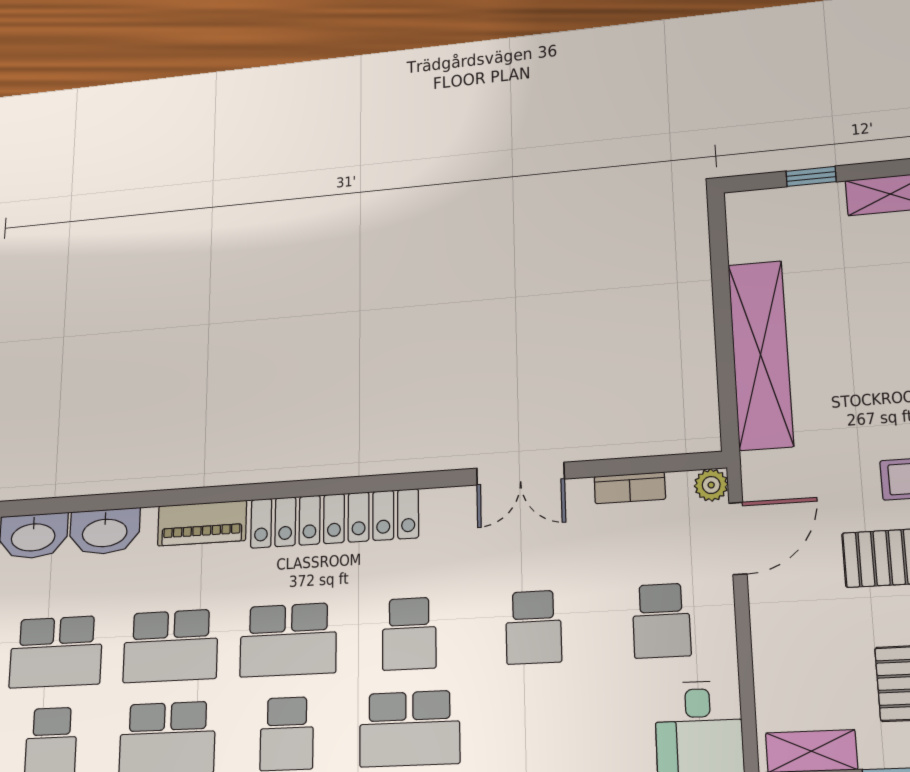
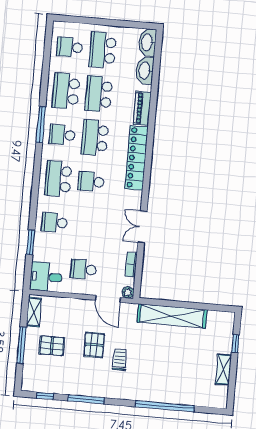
school desk: (533, 627) -> (54, 223), moved

